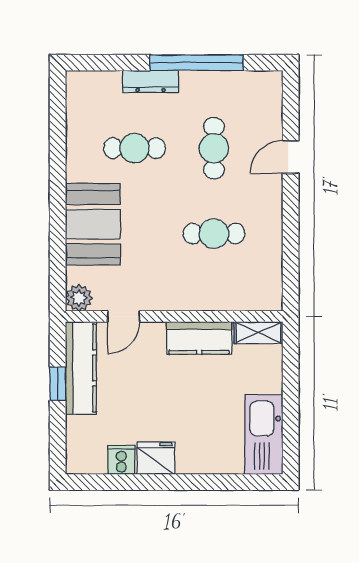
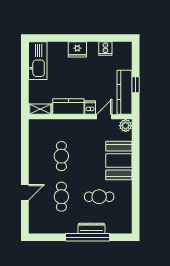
window: (197, 63) -> (87, 237), moved
cafe table: (214, 234) -> (61, 156), turned 90
dishwasher: (153, 336) -> (90, 108), added
fridge: (156, 458) -> (77, 49), moved

